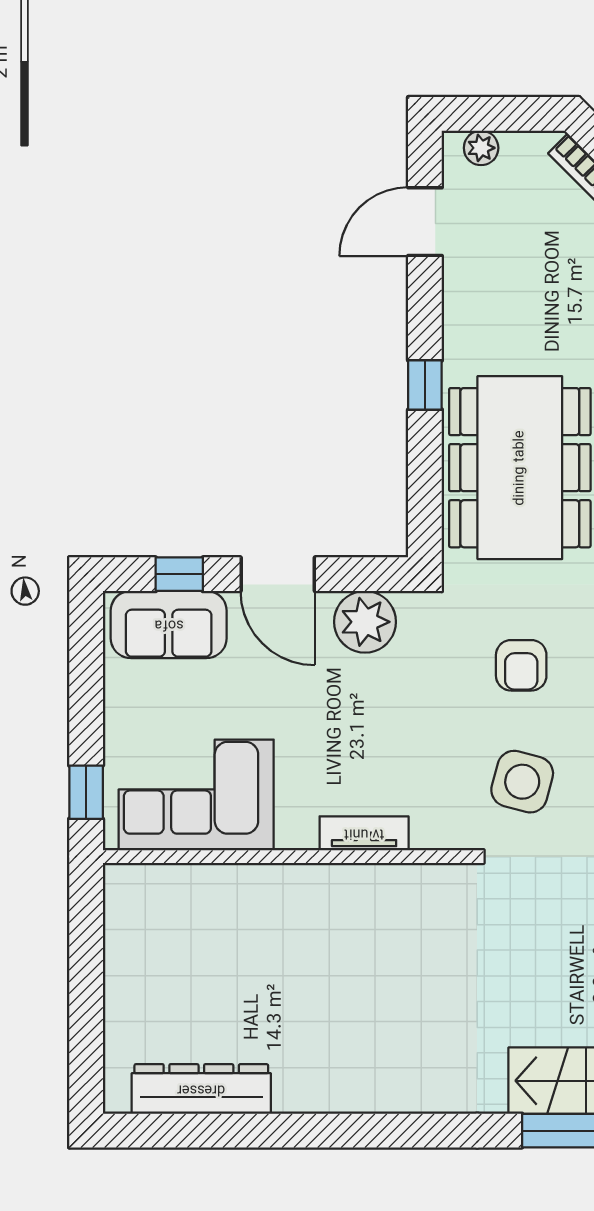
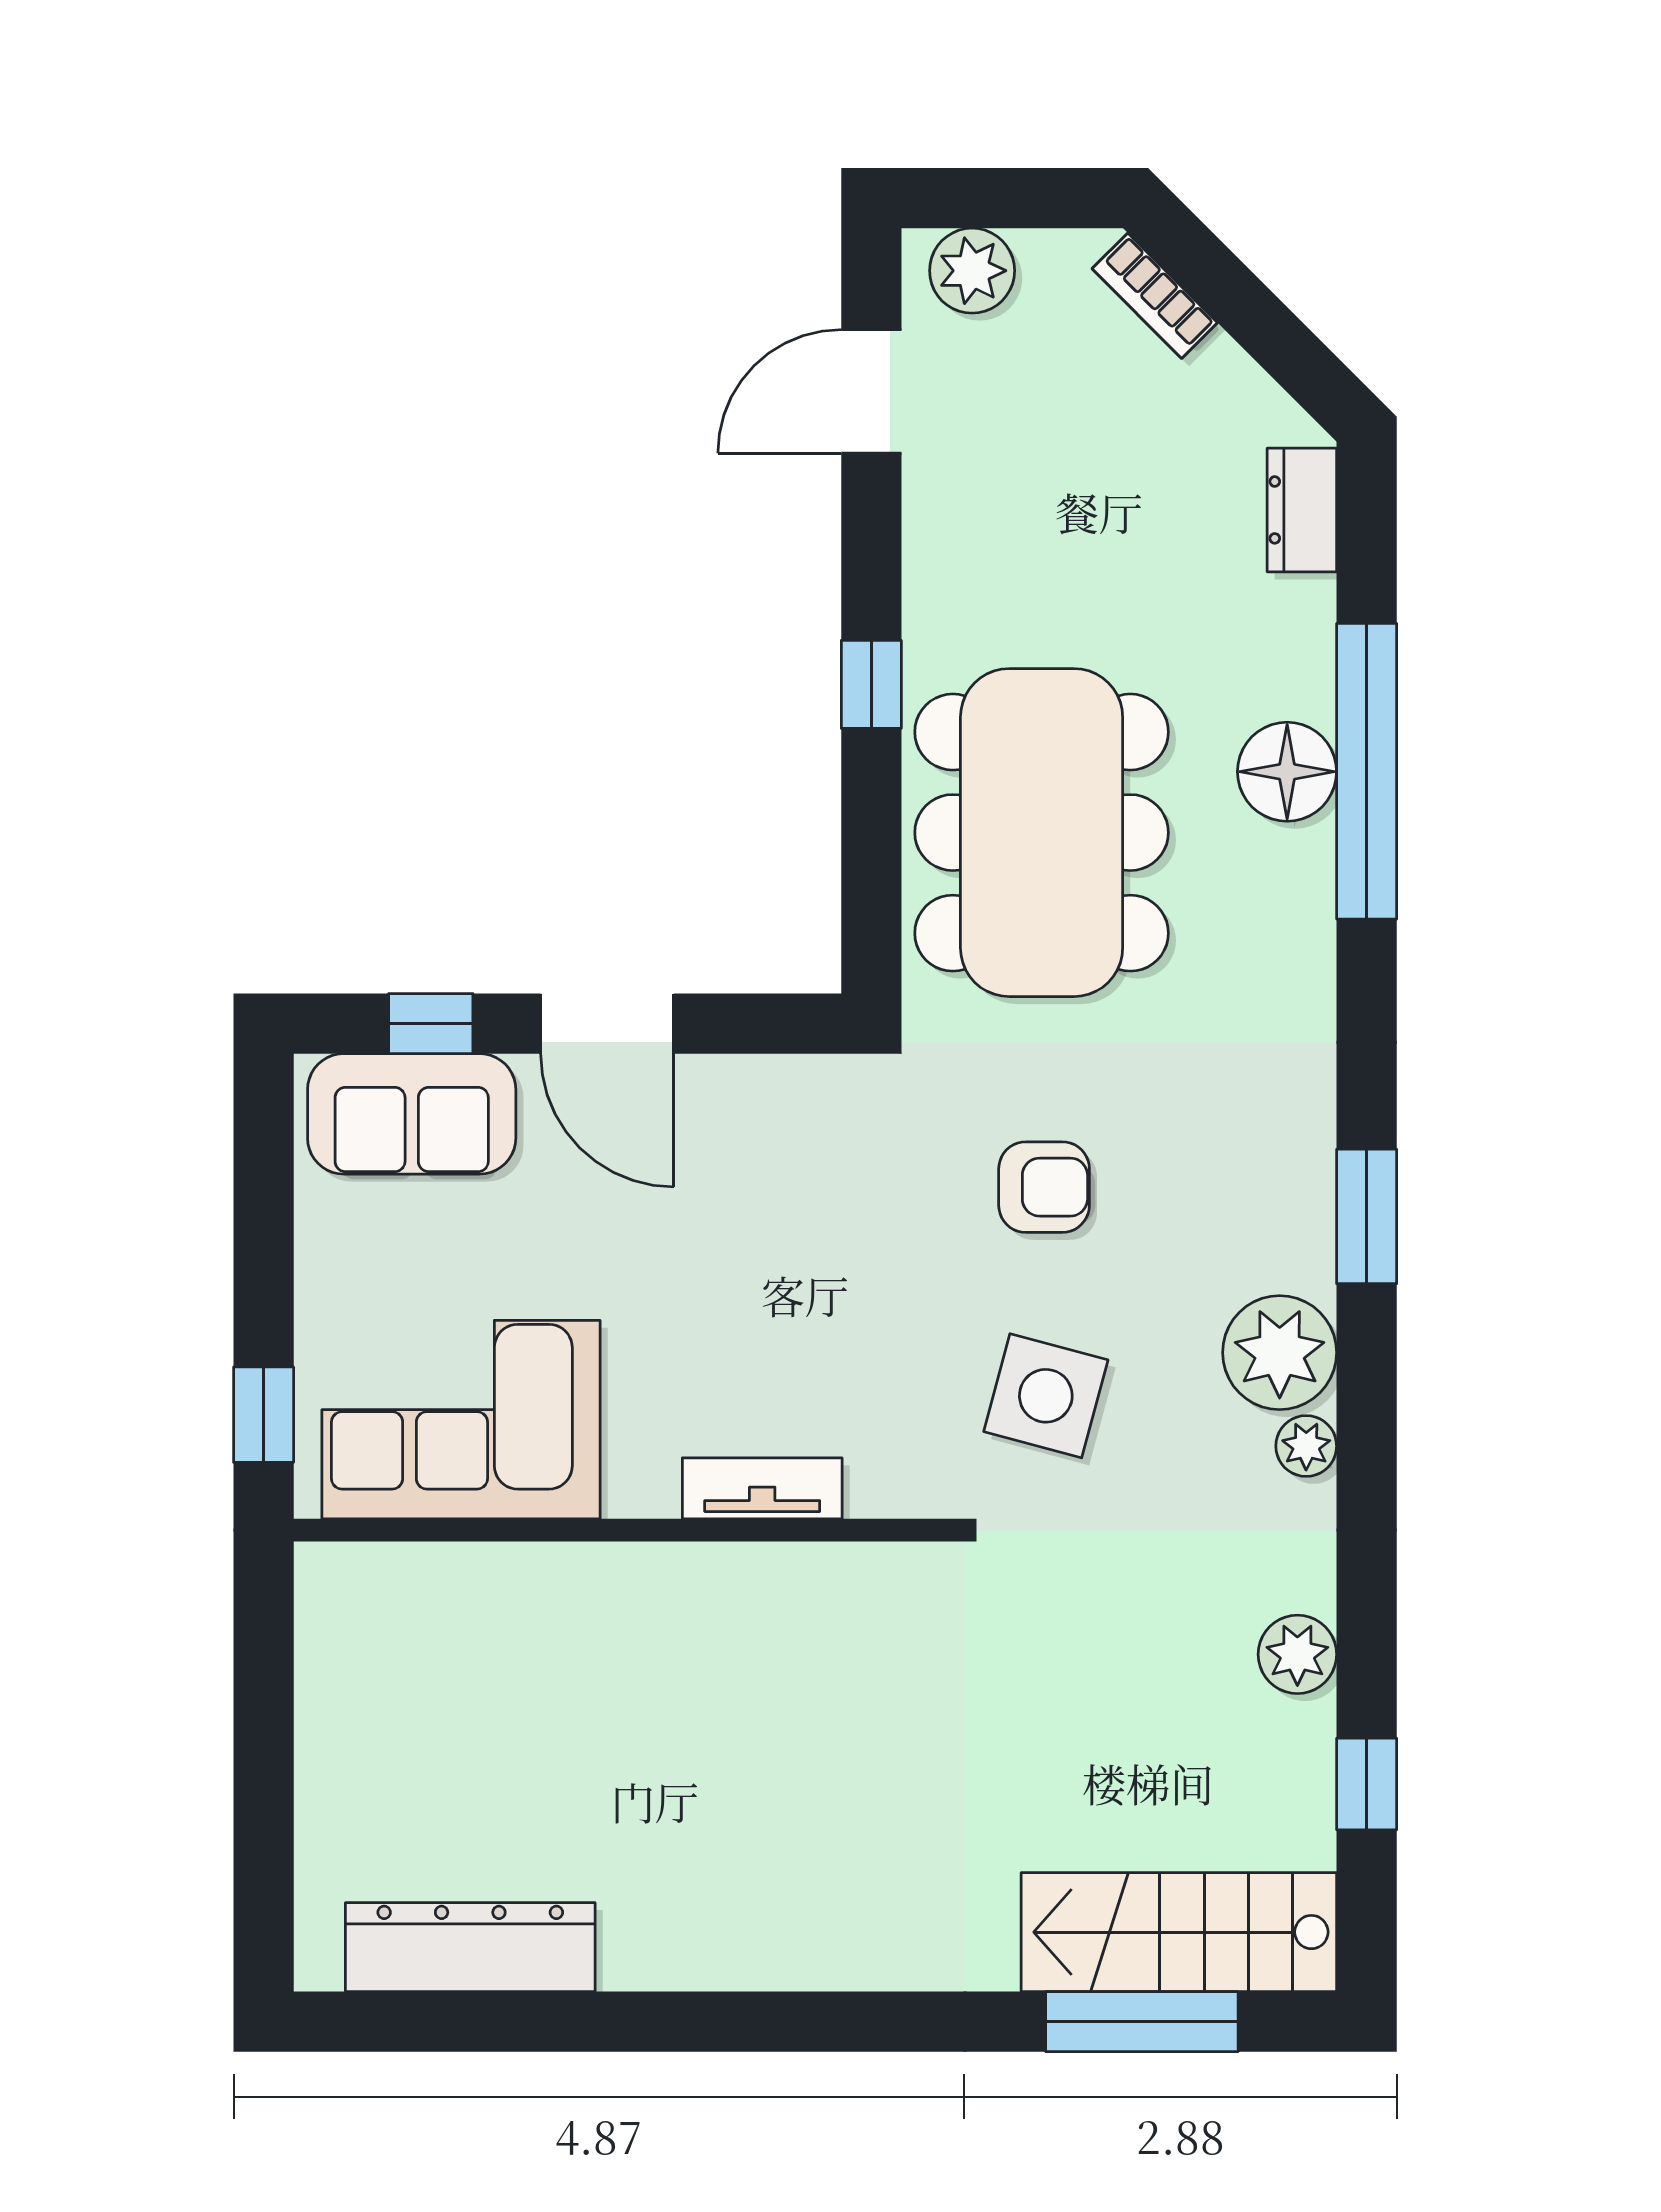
plant: (481, 148) -> (972, 271), width x1.38, depth x1.38
plant: (365, 622) -> (764, 1109), removed
armchair: (521, 665) -> (1044, 1187), turned -90

